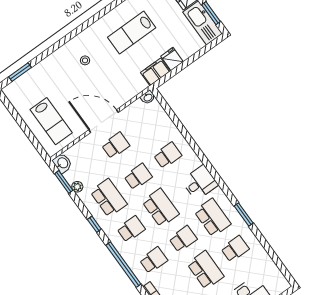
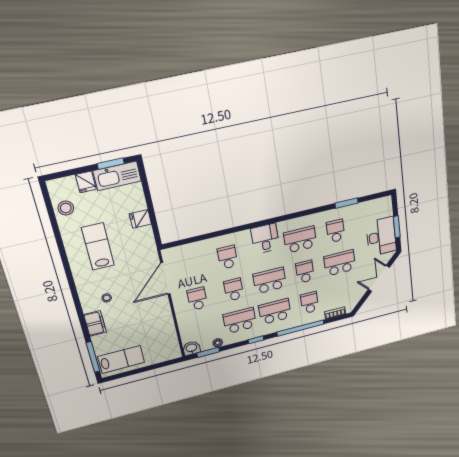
lab bench: (132, 32) -> (98, 246), turned 180
window: (20, 72) -> (93, 357), width x1.44
filing cabinet: (155, 72) -> (95, 323), moved, turned 180
washbasin: (148, 97) -> (167, 255), removed
lab bench: (51, 121) -> (121, 359), moved
door: (104, 121) -> (165, 278), moved
window: (244, 214) -> (347, 203), moved
school desk: (131, 229) -> (275, 312), width x1.85

